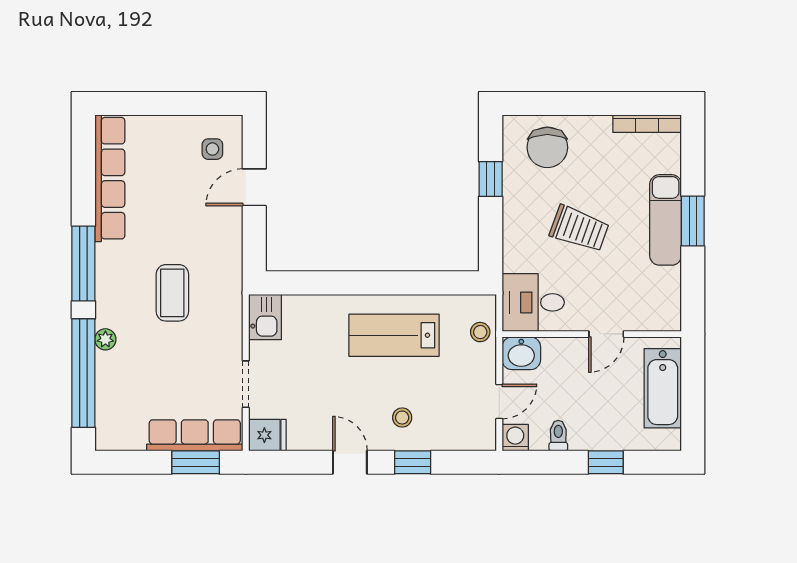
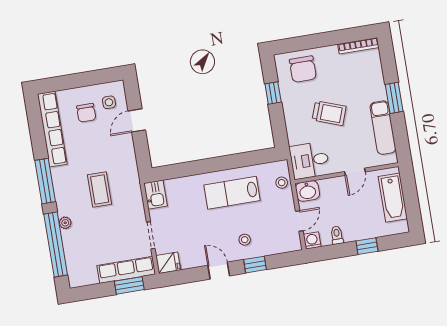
chair: (171, 160) -> (86, 113), added
exam couch: (666, 220) -> (383, 128), moved

